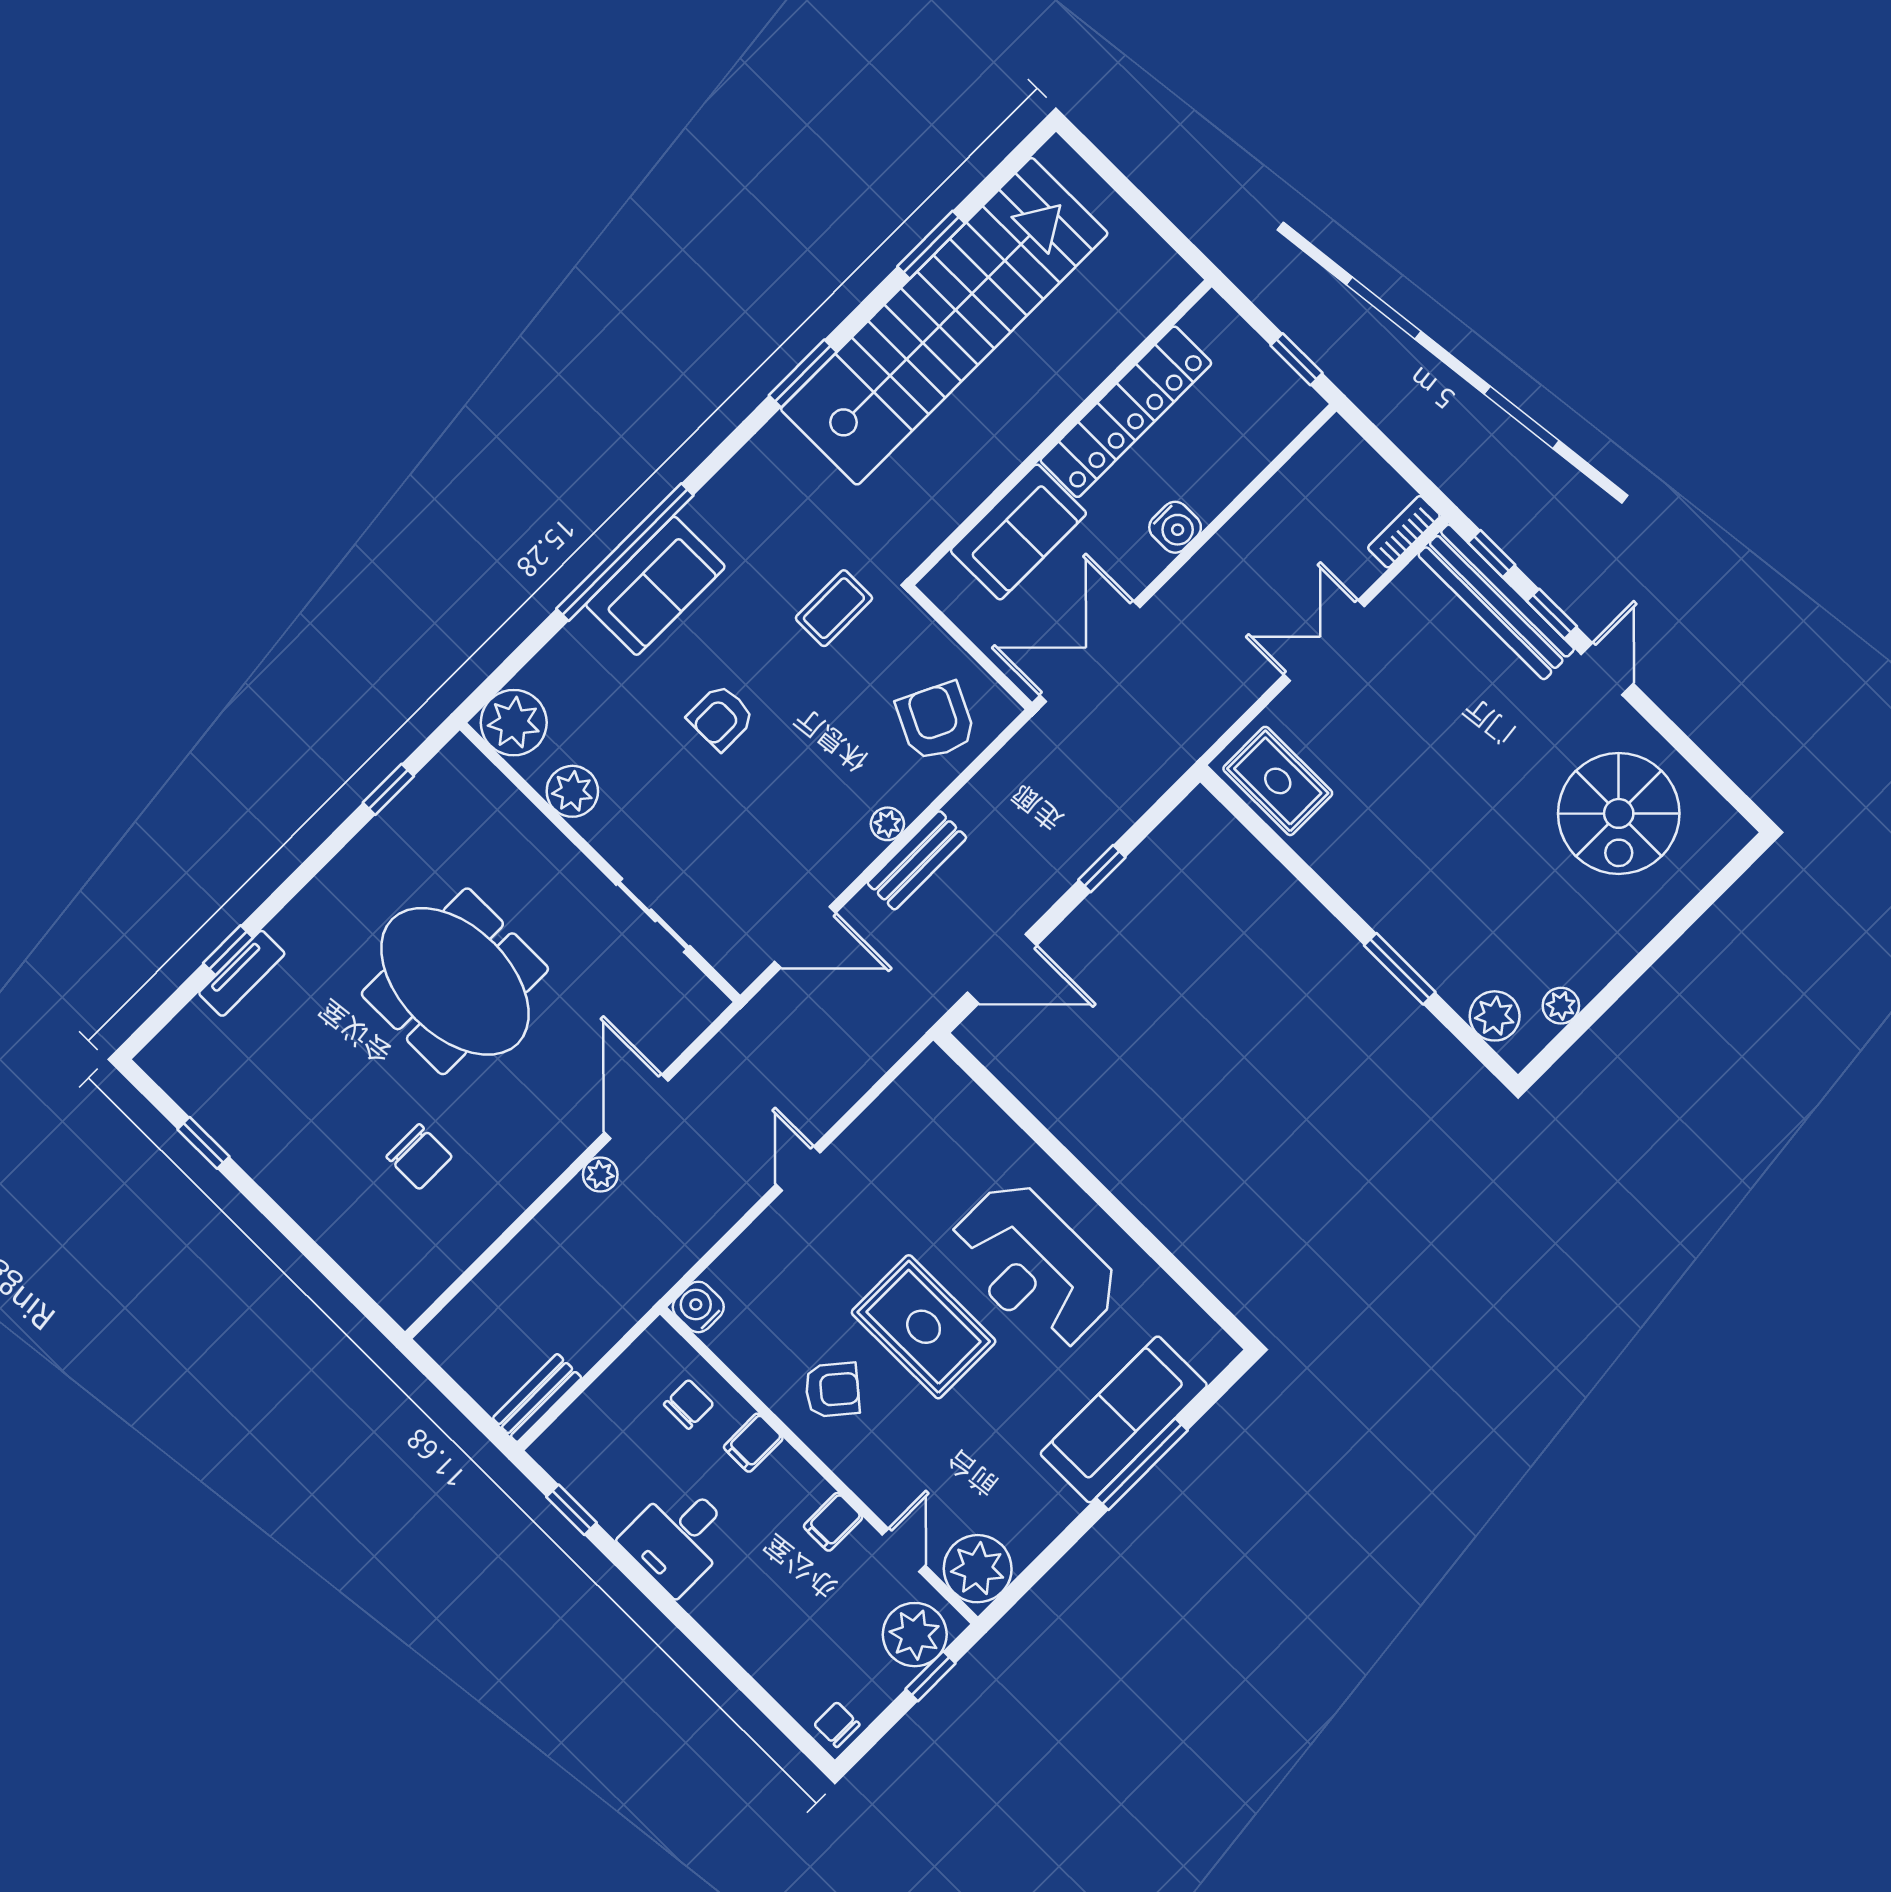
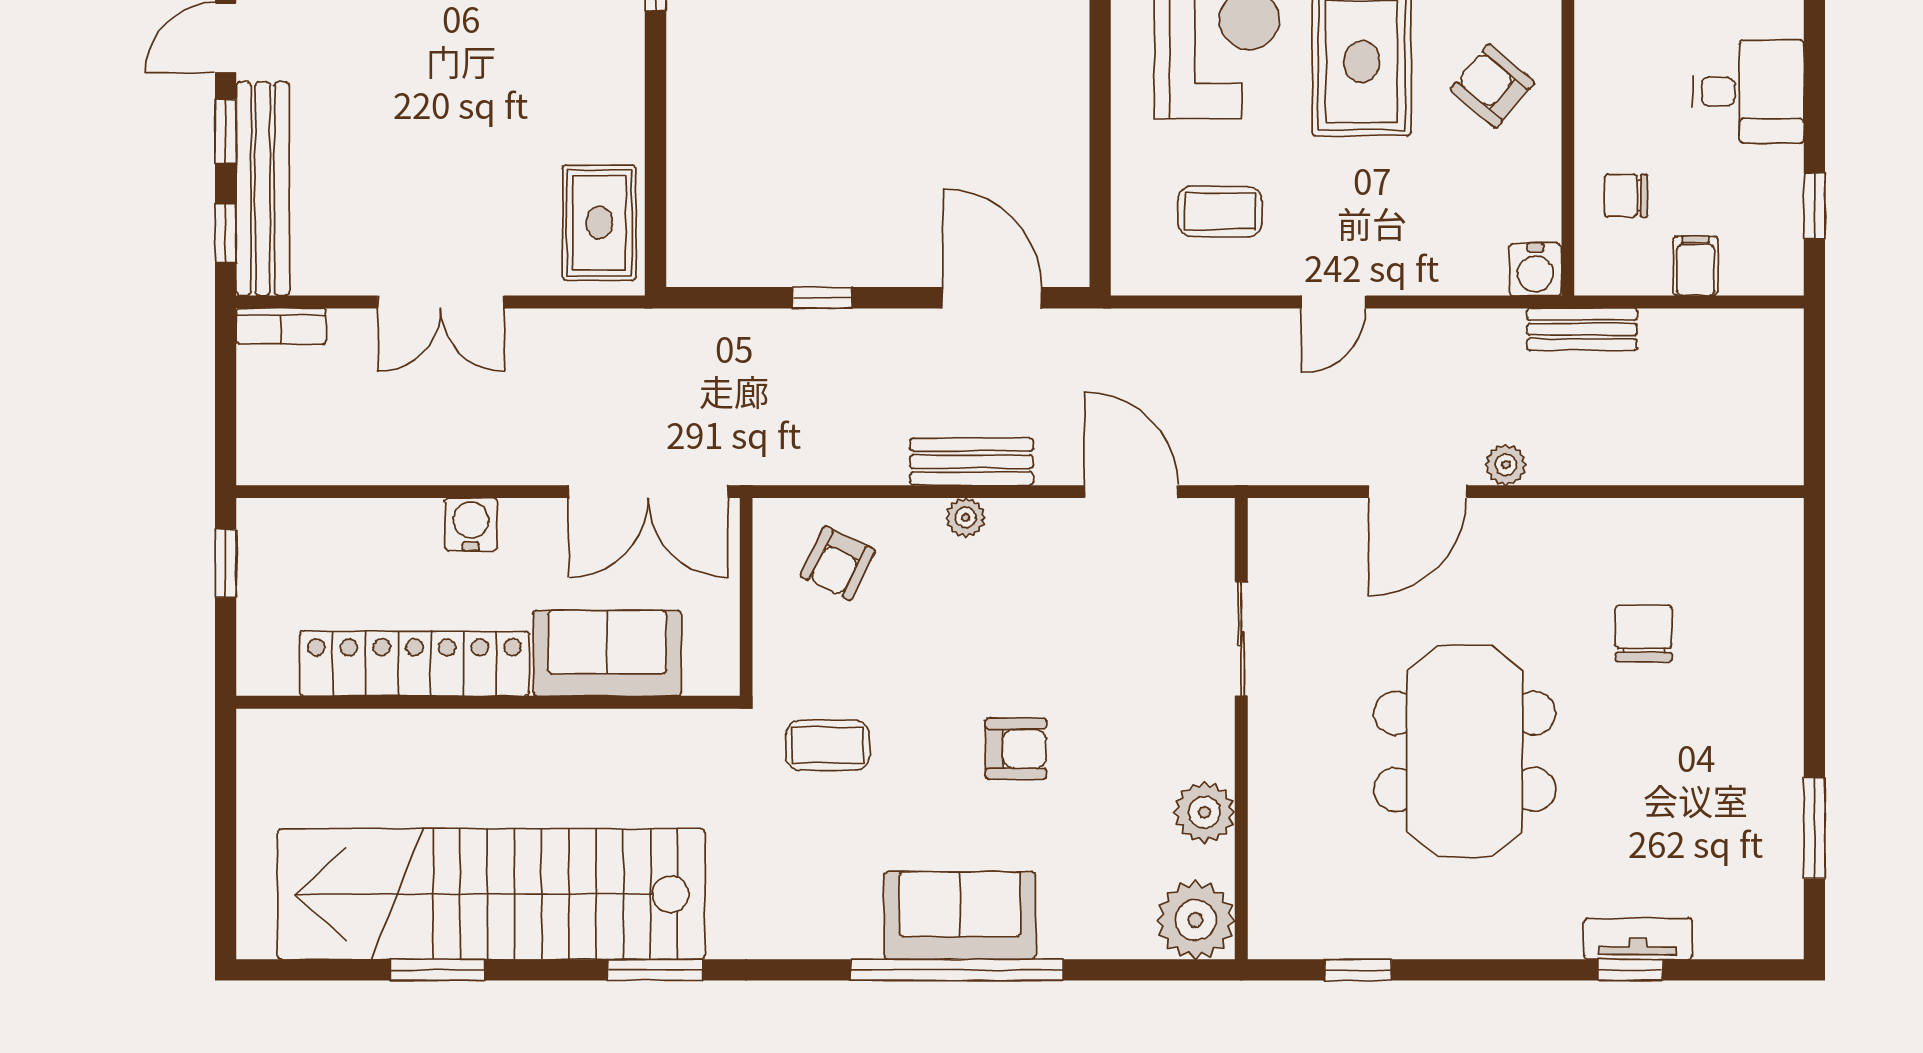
armchair: (936, 721) -> (838, 563), width x0.72, depth x0.72
window: (203, 1143) -> (1814, 828), width x1.50
coffee table: (919, 1155) -> (1220, 211), added
bench: (537, 1398) -> (1582, 329), moved
filing cabinet: (753, 1443) -> (1695, 266), moved, turned -90

